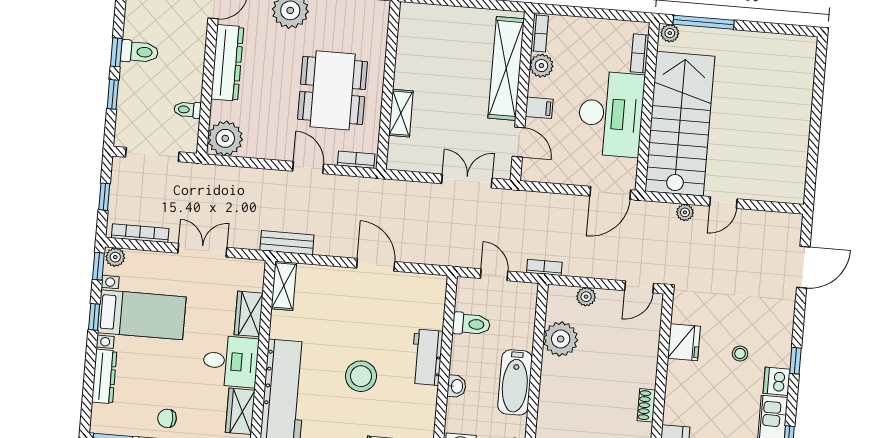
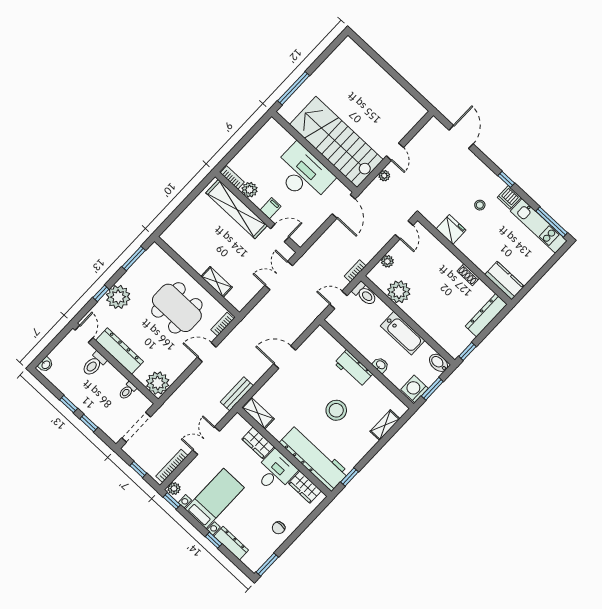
plant: (670, 33) -> (285, 110), removed
toilet: (139, 52) -> (94, 364), moved, turned 180
bookcase: (640, 53) -> (284, 134), removed
window: (94, 317) -> (214, 540), moved
toilet: (471, 324) -> (365, 294), moved, turned 90

